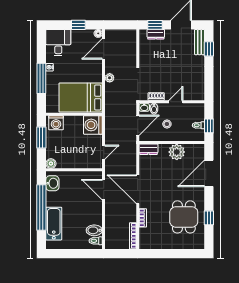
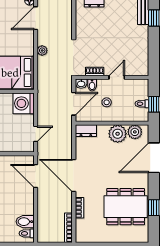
plant: (192, 150) -> (135, 132), added
dining table: (184, 217) -> (126, 207), width x1.37

